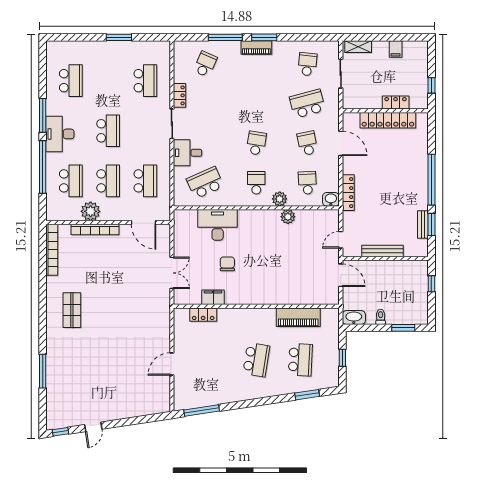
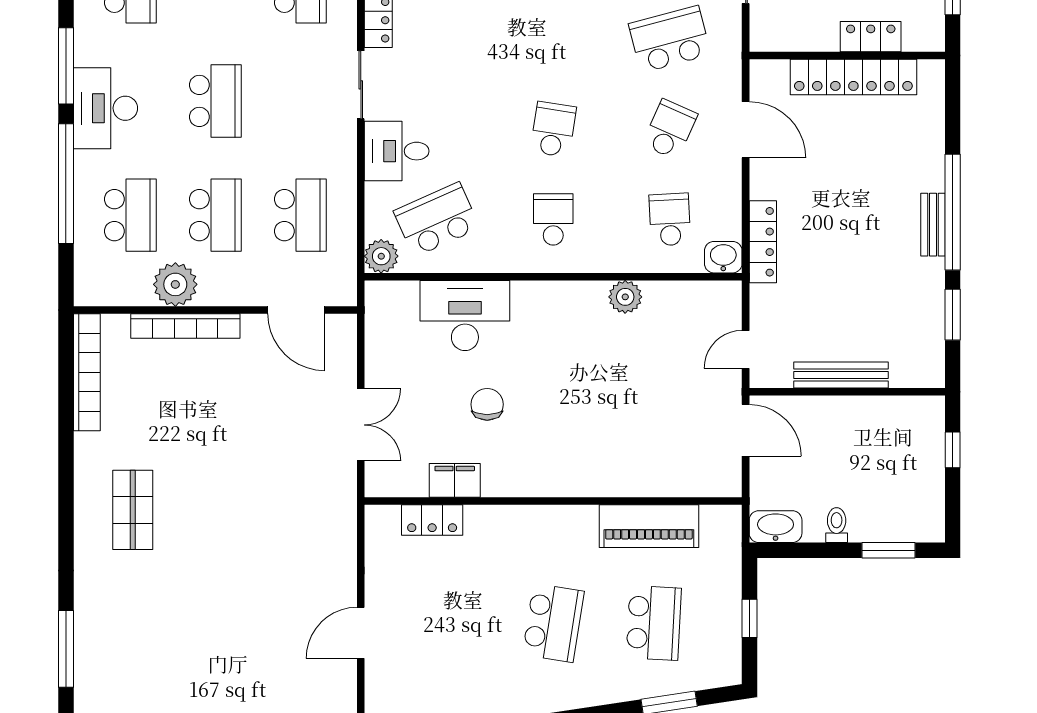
school desk: (307, 143) -> (670, 129), turned 36
plant: (280, 199) -> (381, 256), moved
bench: (423, 224) -> (933, 225), moved

